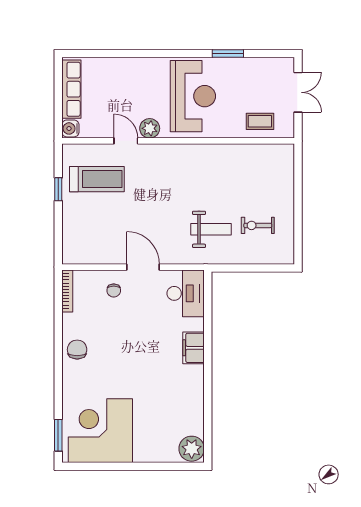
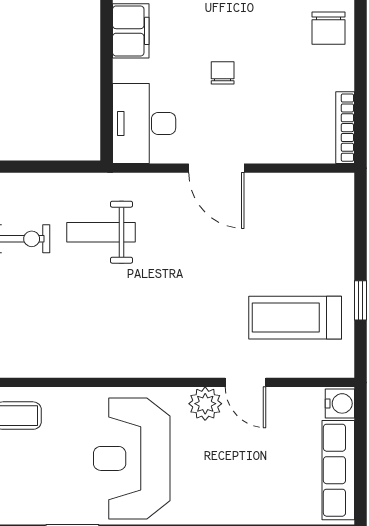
chair: (114, 291) -> (223, 73), moved

